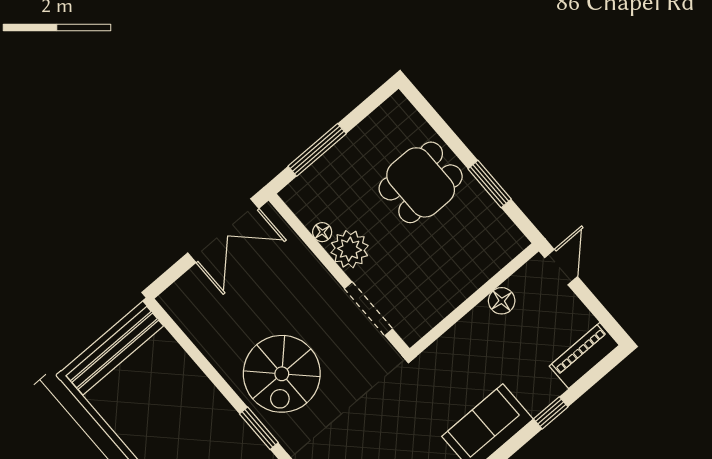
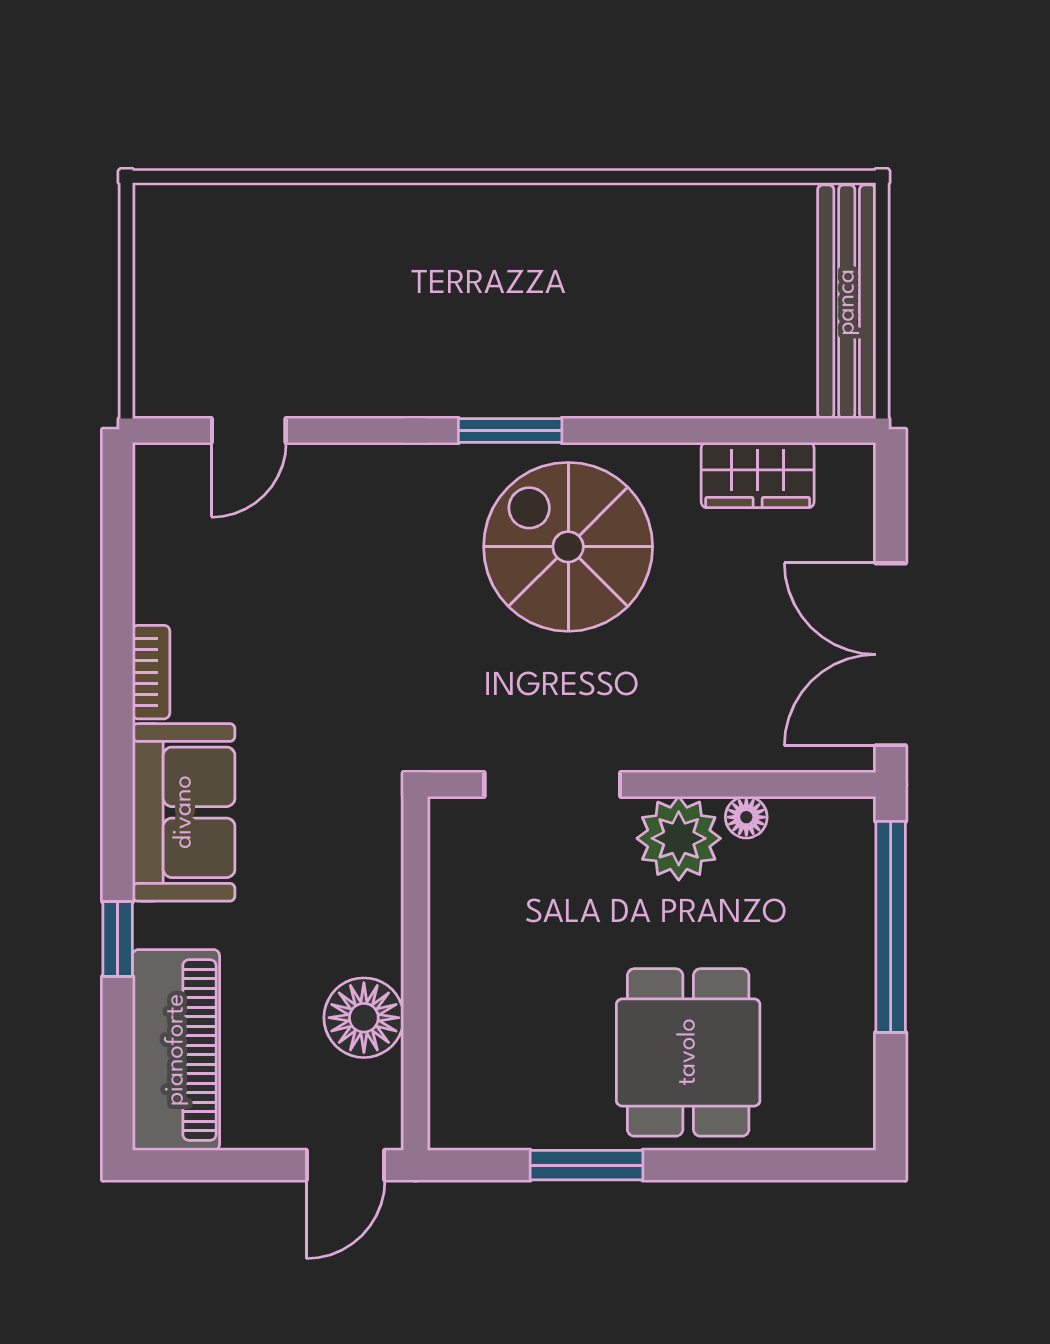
window: (317, 150) -> (891, 927), width x1.46
door: (561, 267) -> (346, 1165), hinge flipped
floor lamp: (502, 301) -> (364, 1018), width x1.38, depth x1.38
wardrobe: (201, 330) -> (758, 475), added
piano: (584, 356) -> (176, 1050), width x1.37, depth x1.33

